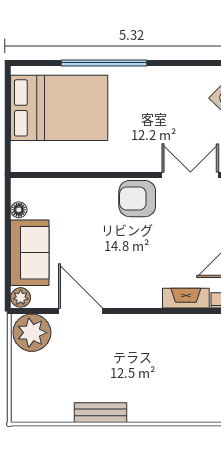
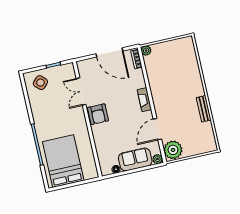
fireplace: (186, 298) -> (144, 100), moved

